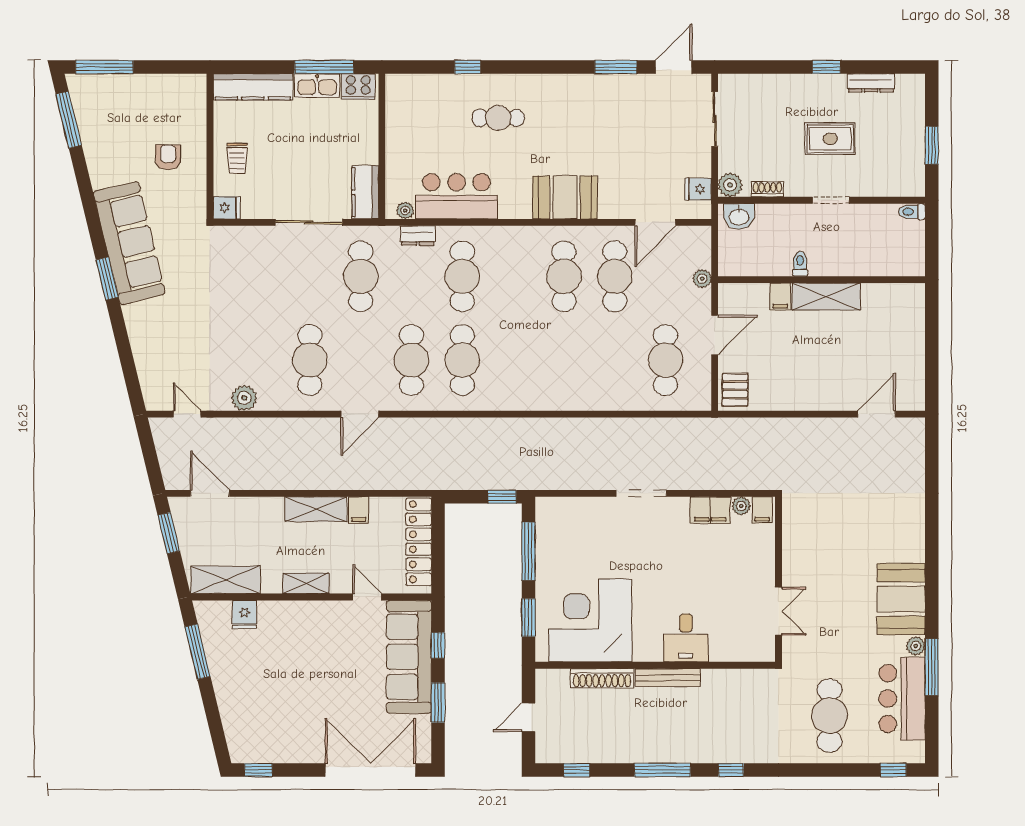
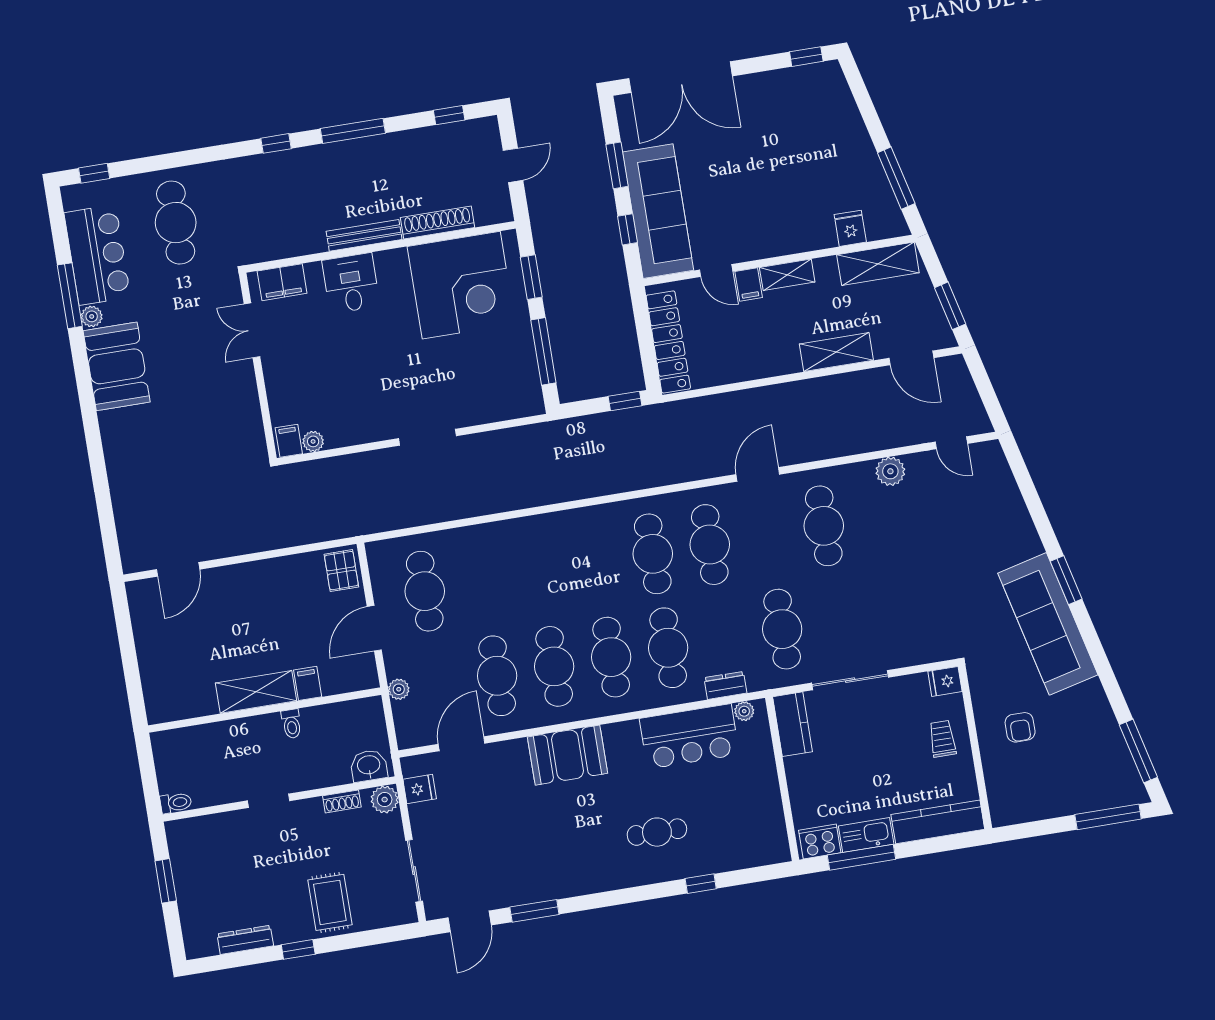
rug: (830, 139) -> (330, 902), moved, turned 90
cafe table: (513, 276) -> (611, 657), added
window: (502, 497) -> (625, 401), moved
shelving: (316, 509) -> (836, 352), moved
filing cabinet: (359, 510) -> (749, 285), moved, turned 180
filing cabinet: (710, 510) -> (282, 282), moved, turned 180

